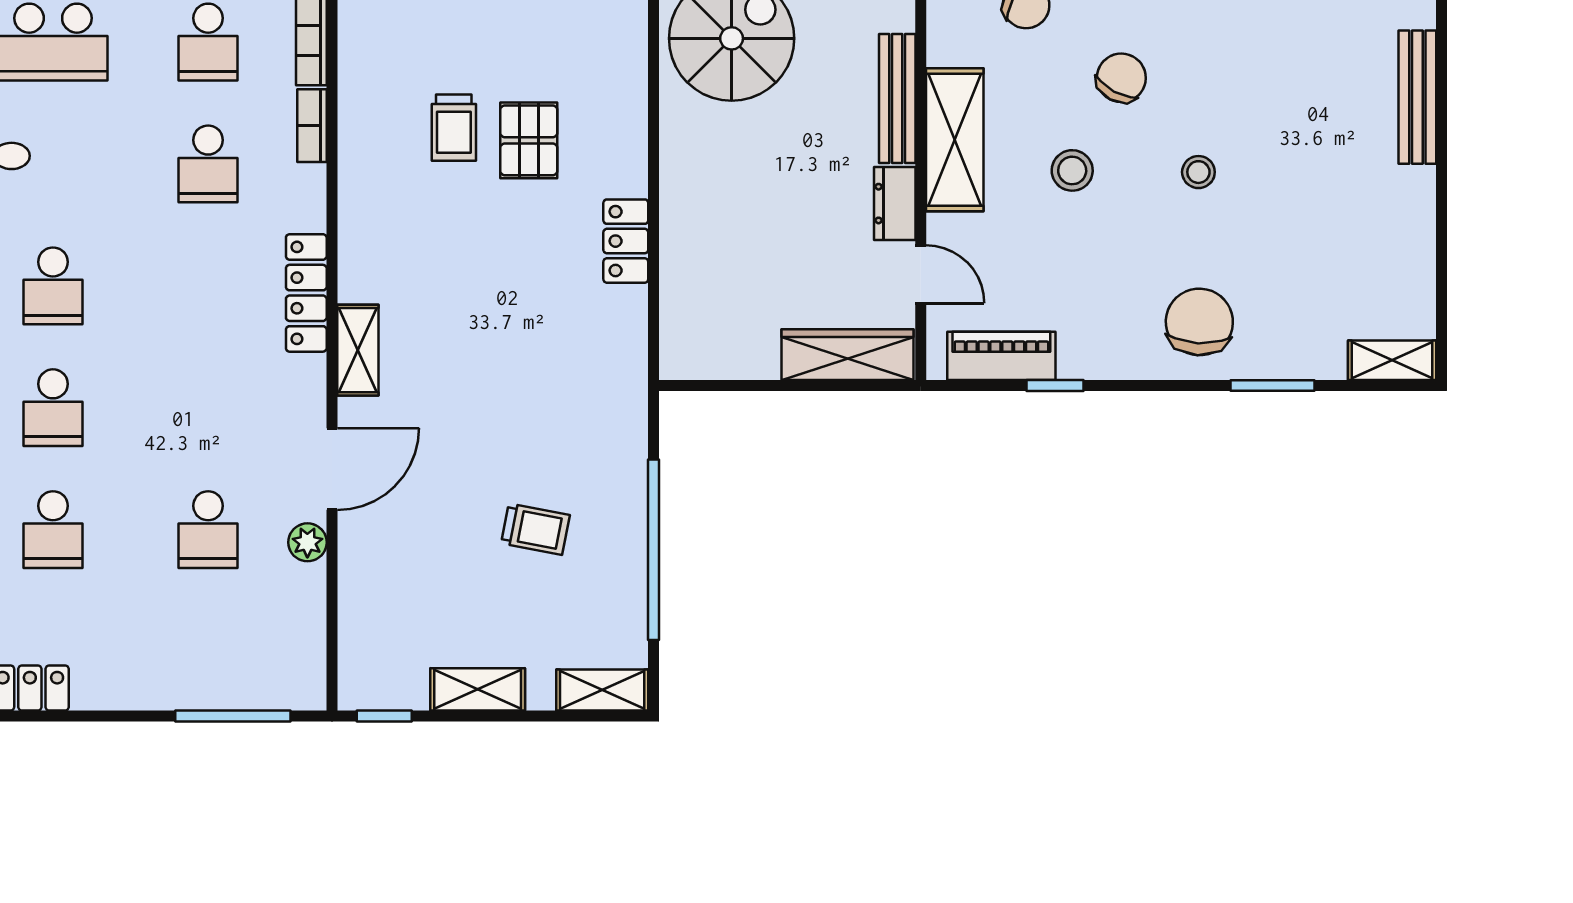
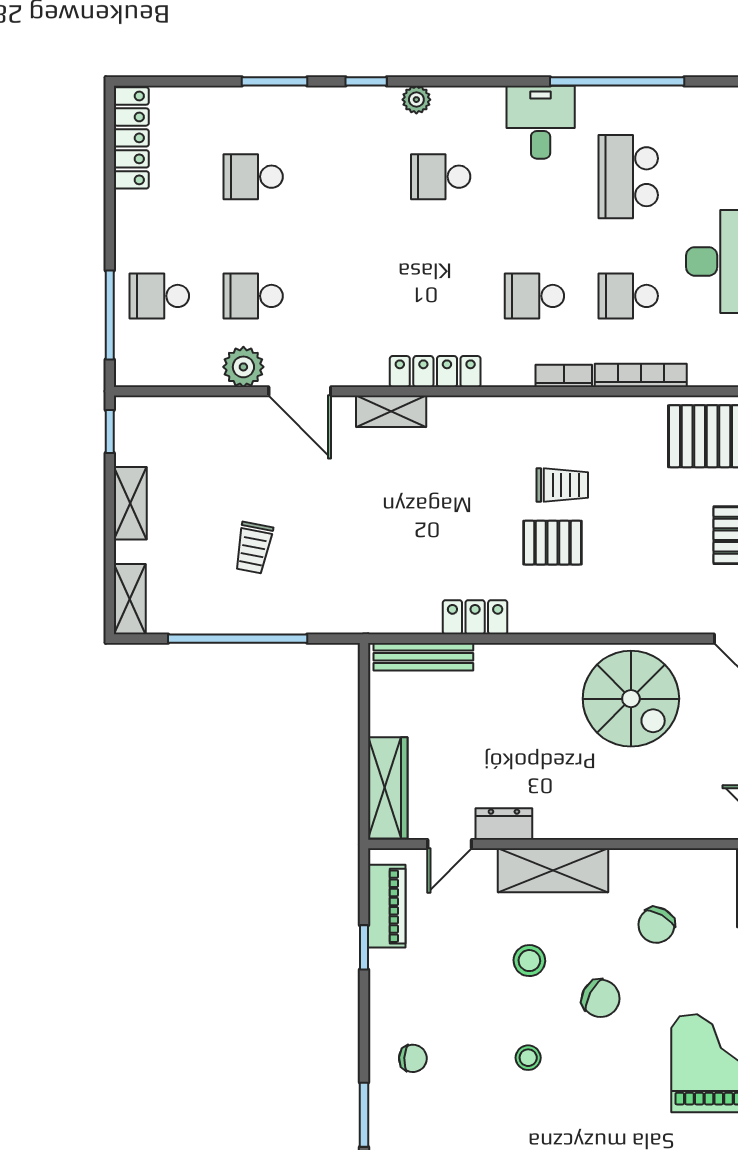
bench: (897, 99) -> (423, 657), moved
trolley: (454, 128) -> (562, 485), turned 180
chair: (1199, 322) -> (413, 1058), width x0.54, depth x0.54
school desk: (53, 408) -> (159, 296), moved
plant: (307, 542) -> (243, 367), width x1.38, depth x1.38

